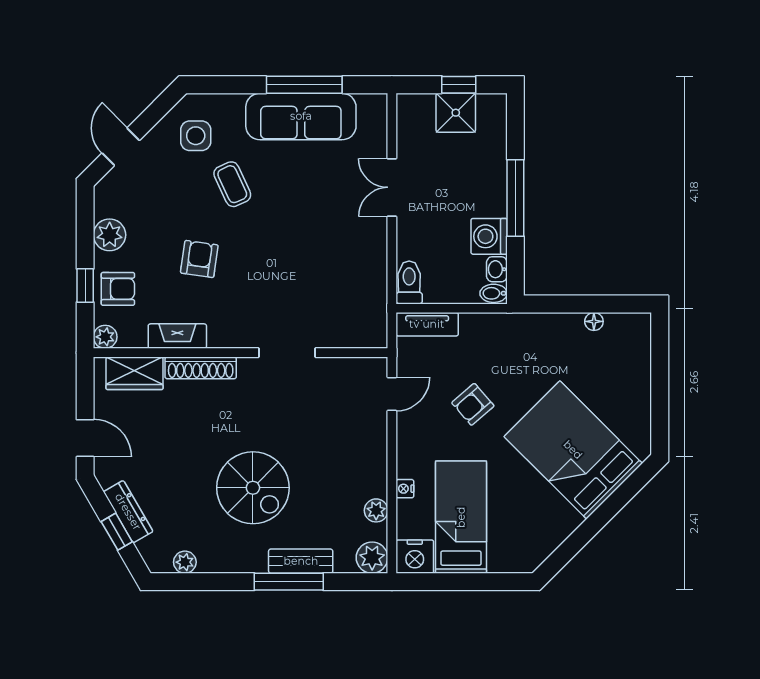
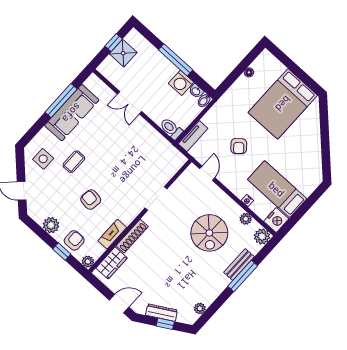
coffee table: (232, 184) -> (74, 162), turned -65
bed: (573, 450) -> (283, 104), moved, turned -45
spiral stairs: (253, 488) -> (209, 233), moved, turned 90

